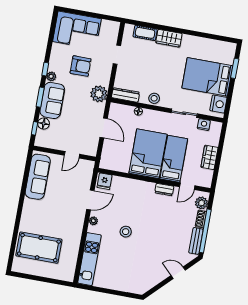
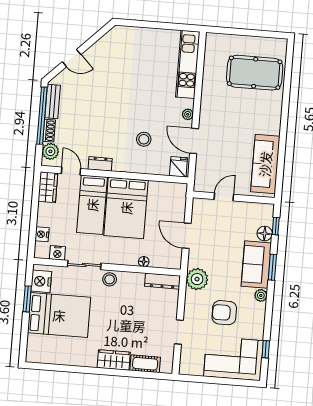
window: (235, 68) -> (27, 299), moved
window: (45, 69) -> (266, 349), moved
stool: (154, 98) -> (110, 279), moved
nightstand: (214, 140) -> (42, 234), added
wardrobe: (209, 157) -> (48, 187), moved
door: (187, 186) -> (71, 171), hinge flipped
door: (90, 200) -> (194, 141), hinge flipped
stool: (126, 232) -> (144, 139), moved

